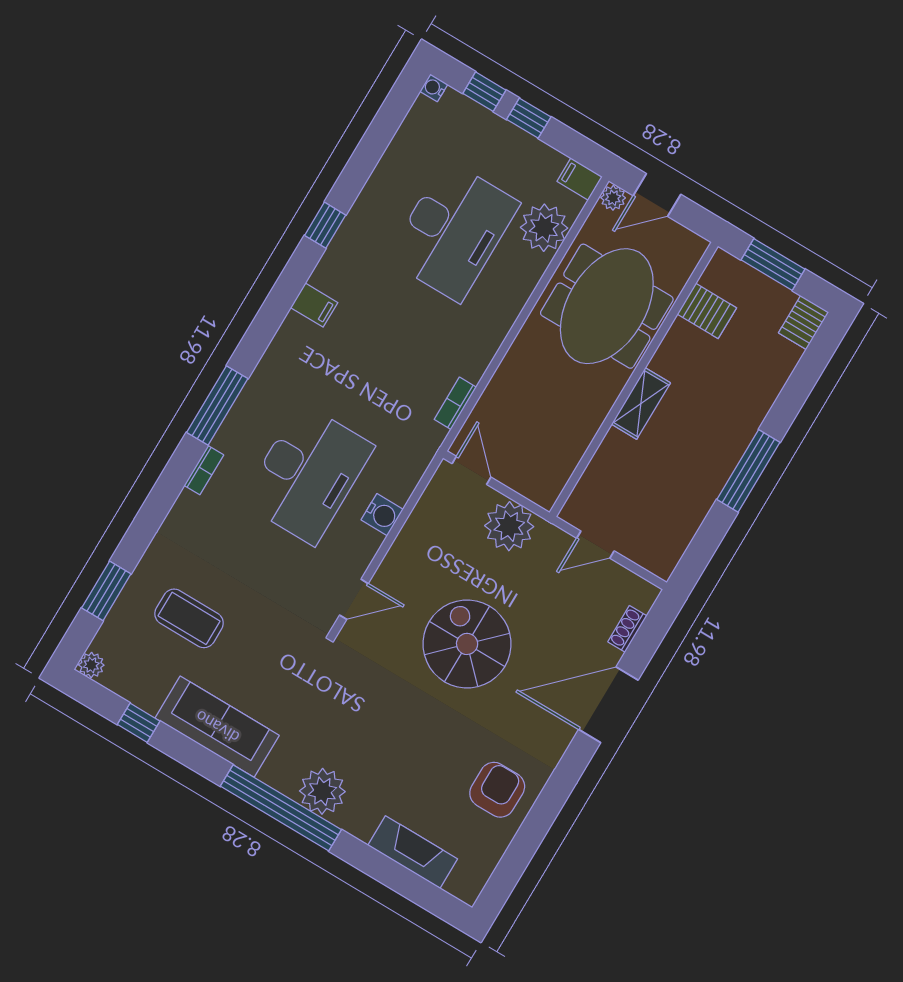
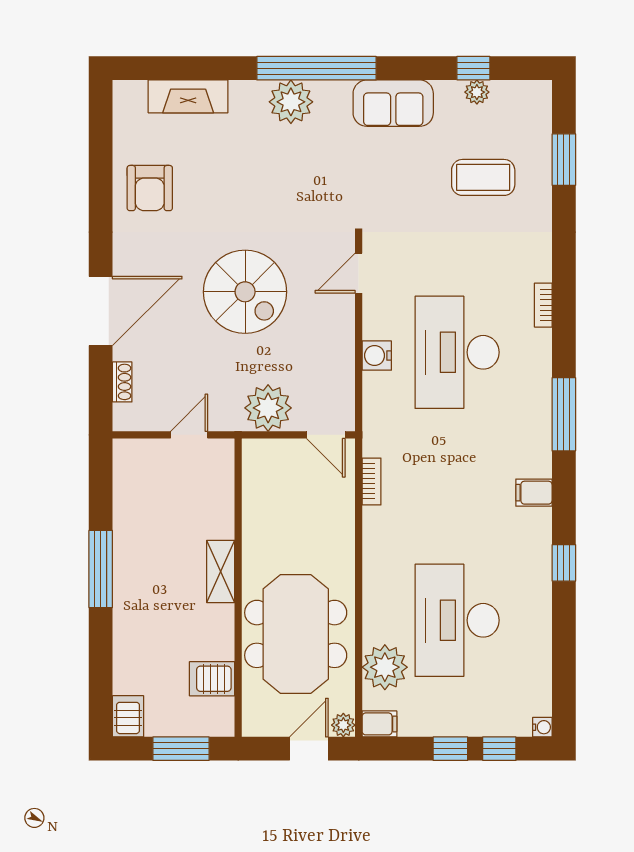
window: (217, 405) -> (564, 414), moved
plant: (91, 665) -> (477, 92), moved
sofa: (217, 727) -> (393, 103), width x0.73

